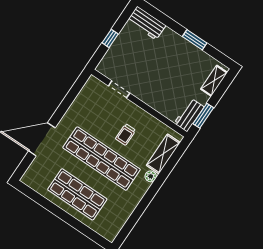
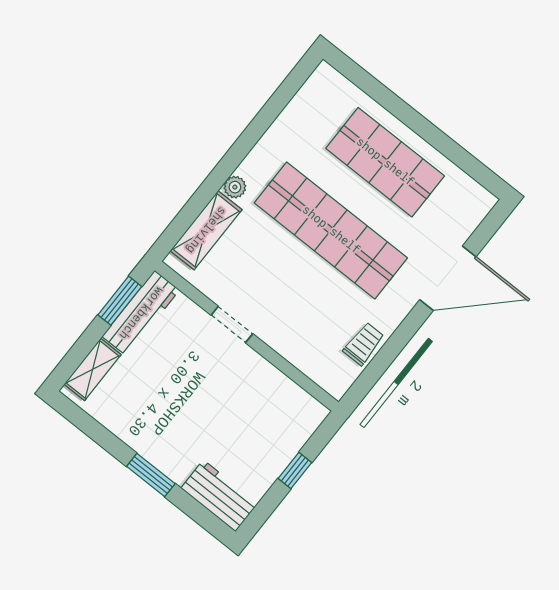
window: (195, 40) -> (151, 475), moved
doorway: (119, 89) -> (232, 324), moved
workbench: (189, 115) -> (141, 313), width x1.38
trolley: (126, 134) -> (364, 344), moved

